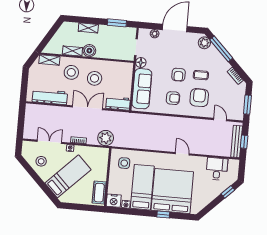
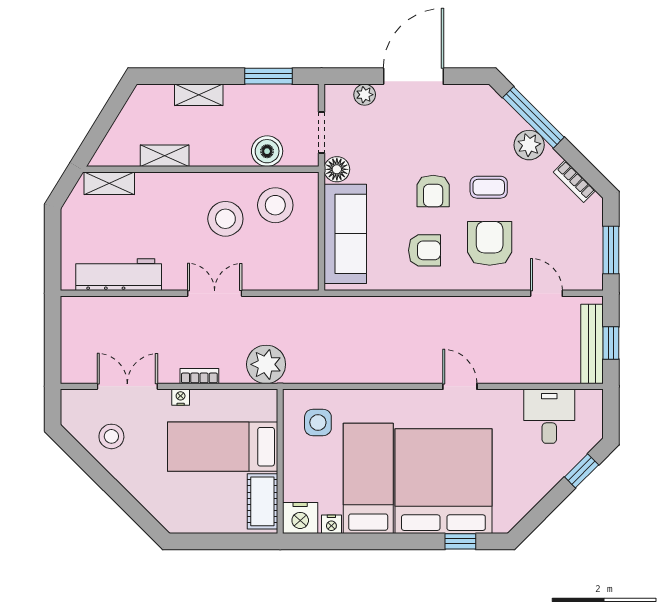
plant: (204, 43) -> (529, 145), moved
boiler: (89, 51) -> (267, 151), moved
stool: (71, 72) -> (275, 205), moved
workbench: (118, 103) -> (290, 276), removed
double door: (88, 108) -> (215, 293), width x0.73
bed: (68, 176) -> (223, 447), moved, turned -135
window: (163, 214) -> (460, 541), moved

